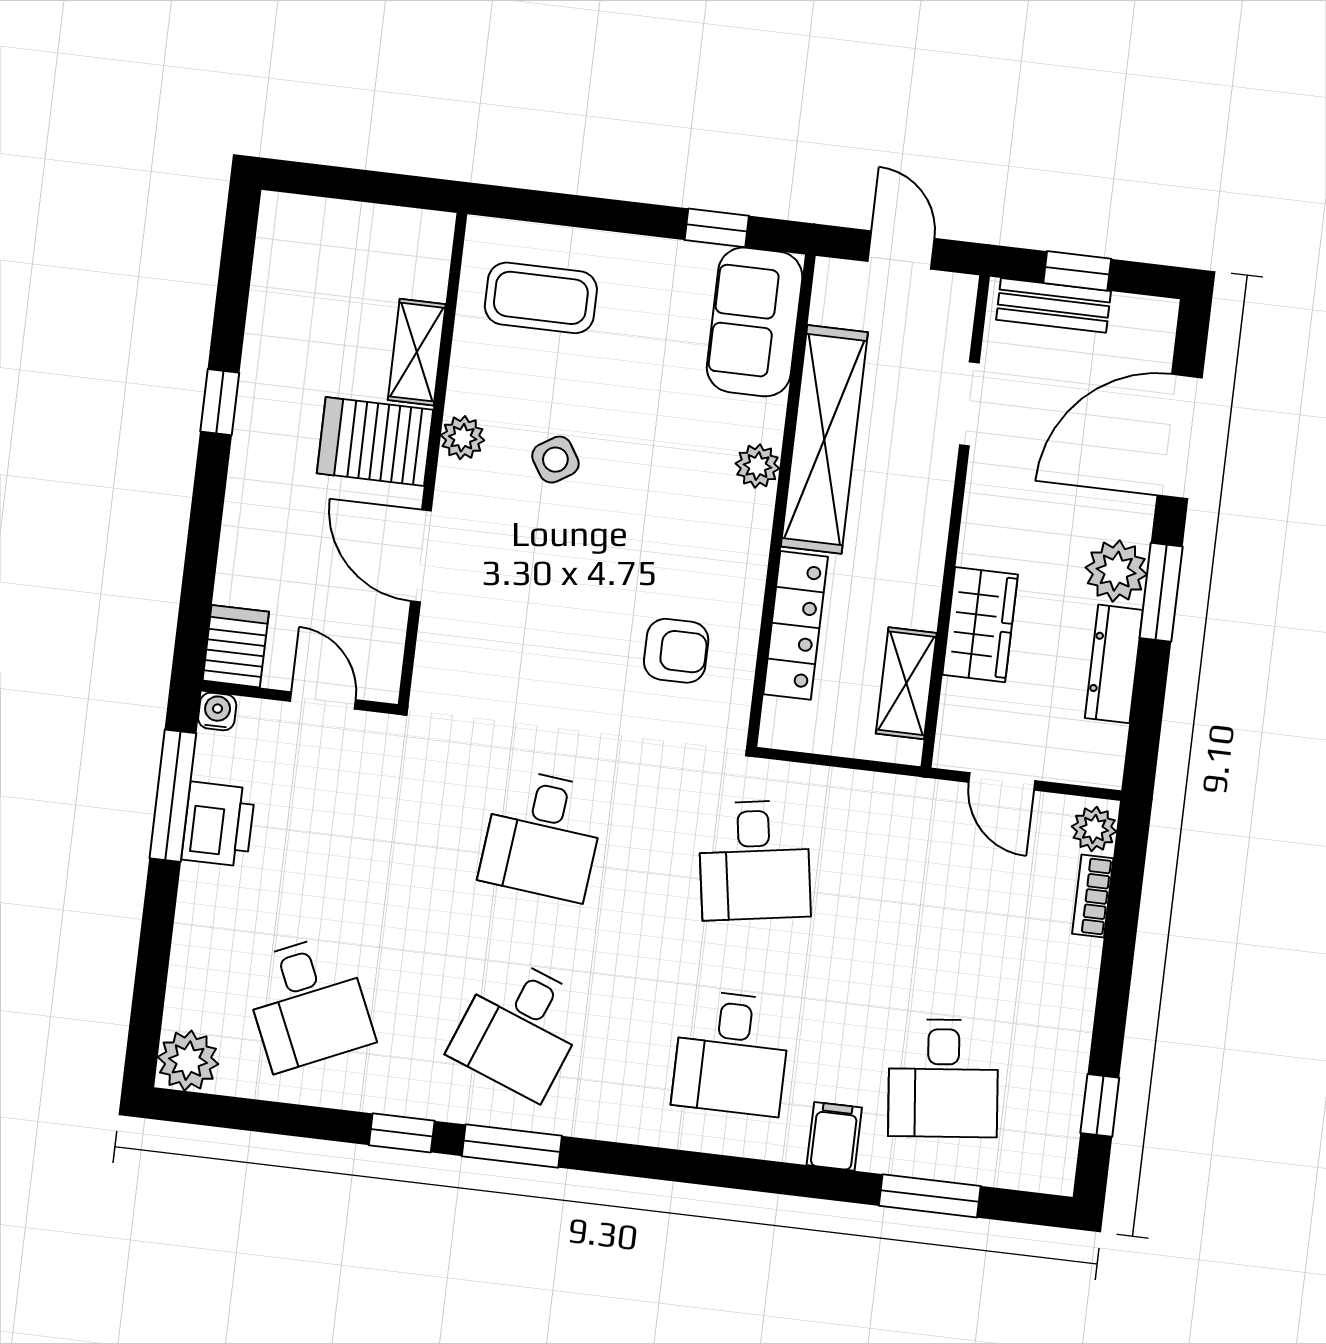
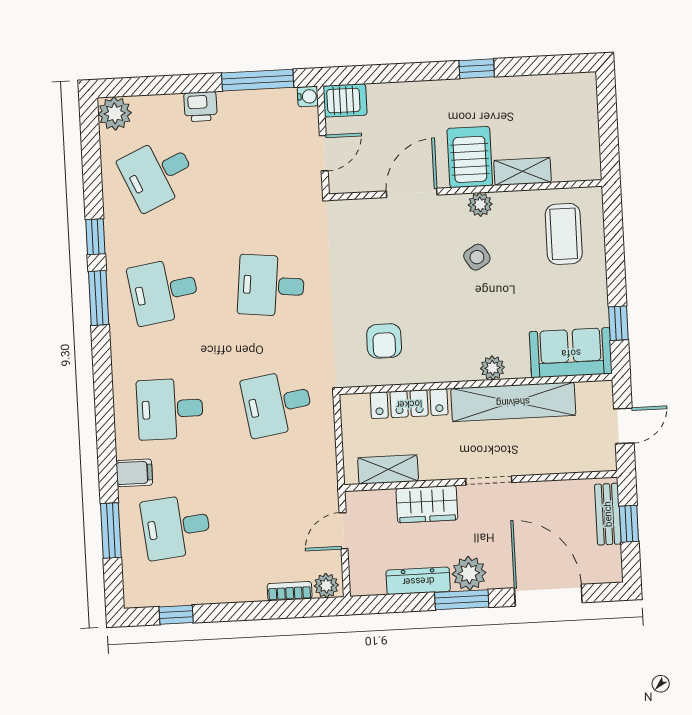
doorway: (969, 404) -> (489, 481), moved
printer: (218, 824) -> (201, 107), moved, width x0.73, depth x0.81
desk: (520, 1028) -> (164, 291), turned -30

